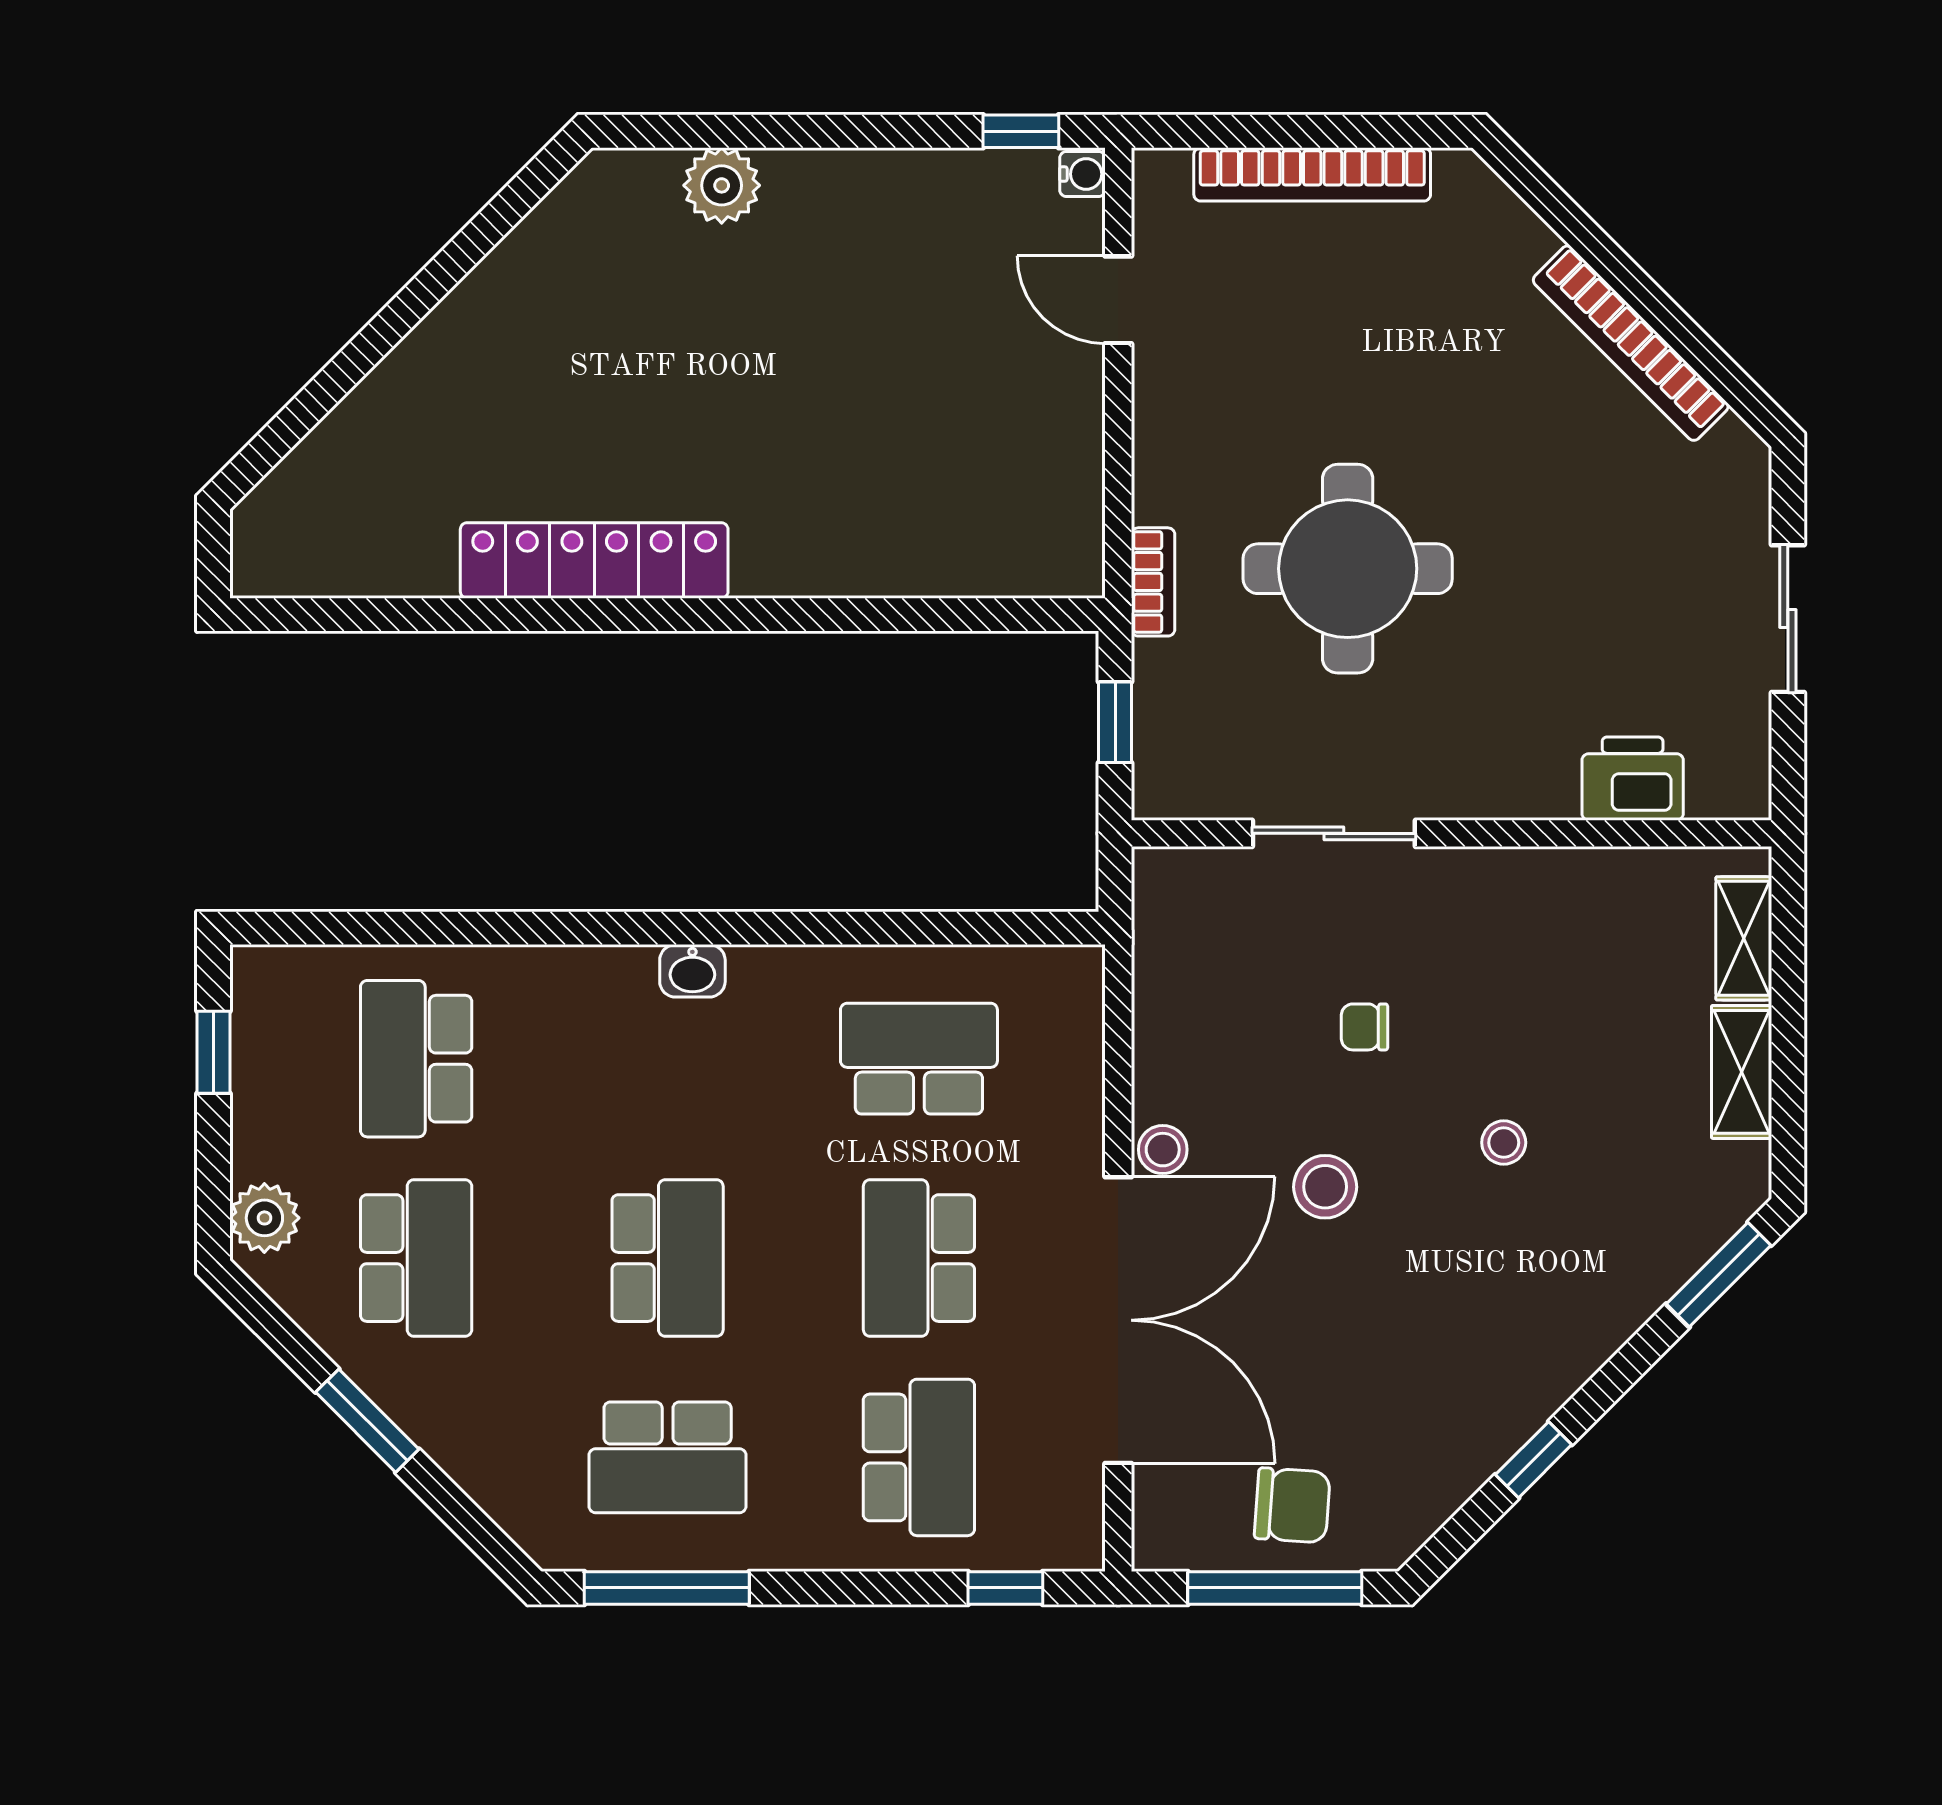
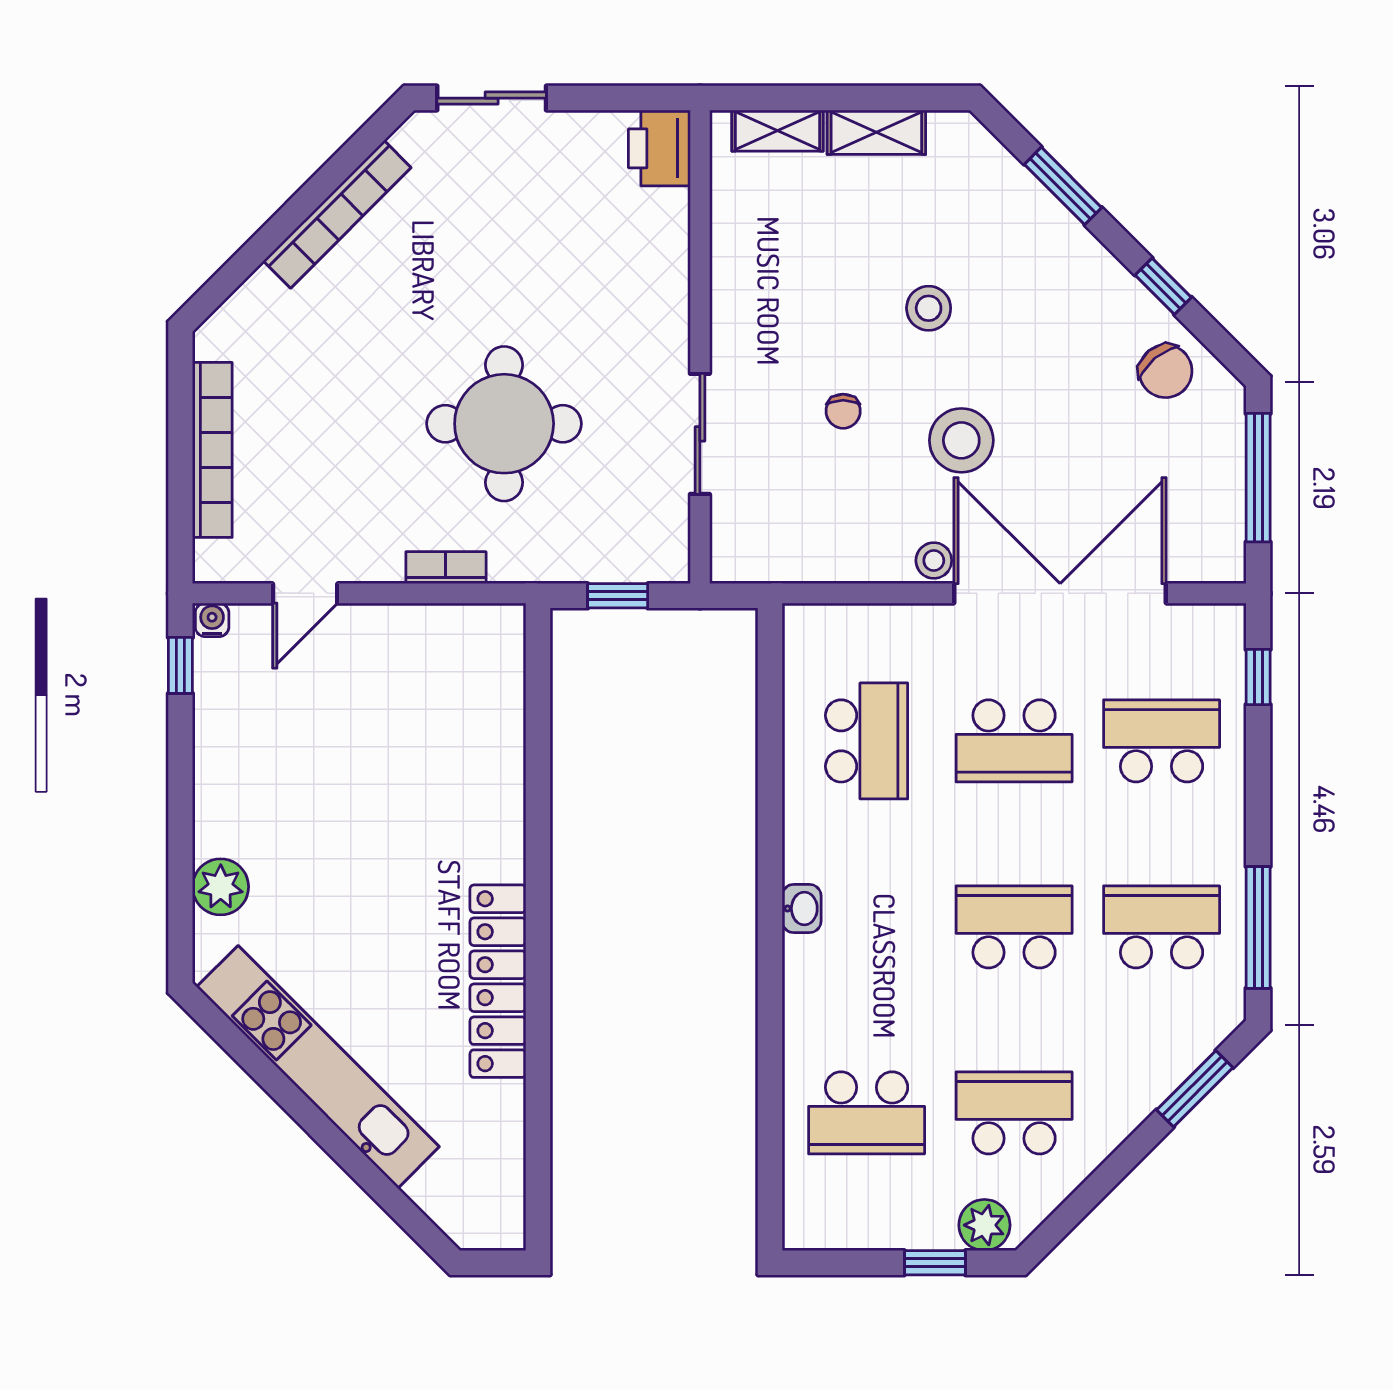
kitchen unit: (478, 317) -> (318, 1067), added
bookcase: (1153, 582) -> (446, 568), moved
sliding door: (1788, 619) -> (492, 98), moved
printer: (1633, 779) -> (659, 148), moved
window: (214, 1052) -> (935, 1263), moved
school desk: (919, 1059) -> (867, 741), turned 180
stool: (1504, 1143) -> (929, 308), width x1.37, depth x1.37
stool: (1325, 1187) -> (961, 440), width x1.38, depth x1.38
window: (1719, 1275) -> (1063, 186), moved
window: (367, 1421) -> (1195, 1089), moved
school desk: (668, 1457) -> (1162, 927), turned -90
chair: (1292, 1505) -> (1166, 371), moved, turned 136

